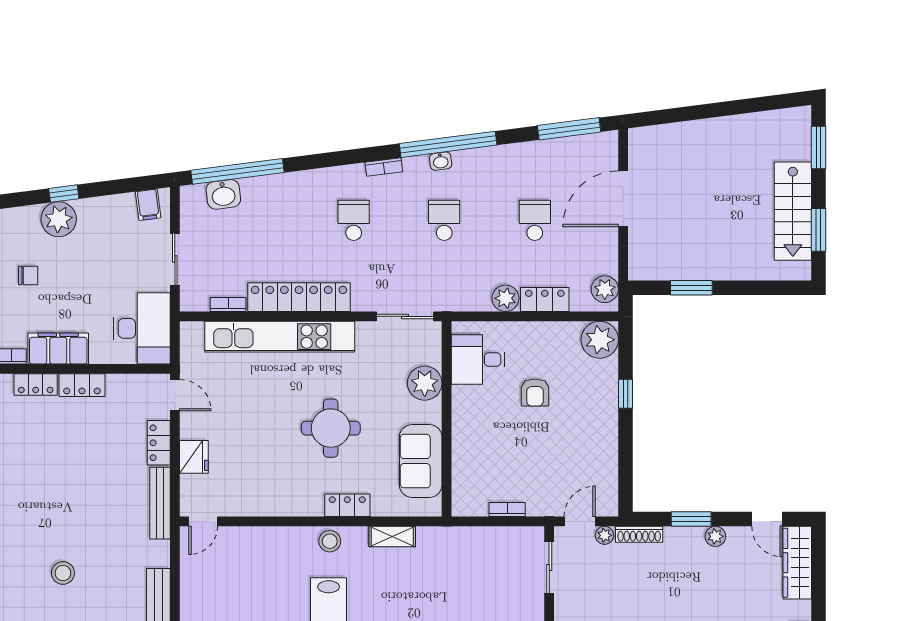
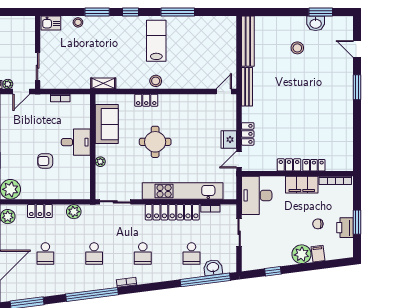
washbasin: (441, 161) -> (96, 285), removed
window: (64, 194) -> (273, 271), moved
filing cabinet: (148, 205) -> (318, 254), moved
school desk: (263, 220) -> (192, 254), added
plant: (505, 298) -> (74, 212), moved
desk: (478, 360) -> (76, 142), moved
plant: (425, 383) -> (100, 162), width x0.53, depth x0.53
armchair: (535, 392) -> (45, 161), turned -90
door: (175, 395) -> (239, 159), hinge flipped
fridge: (194, 457) -> (229, 140), moved
bench: (160, 503) -> (247, 87), moved
shelving: (392, 537) -> (103, 83), moved
stool: (63, 573) -> (297, 48), moved

